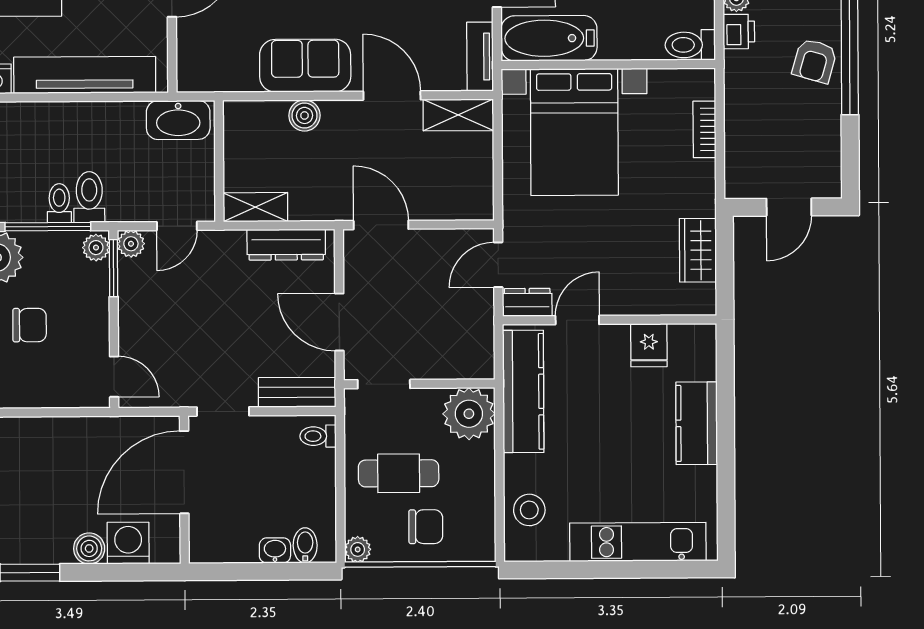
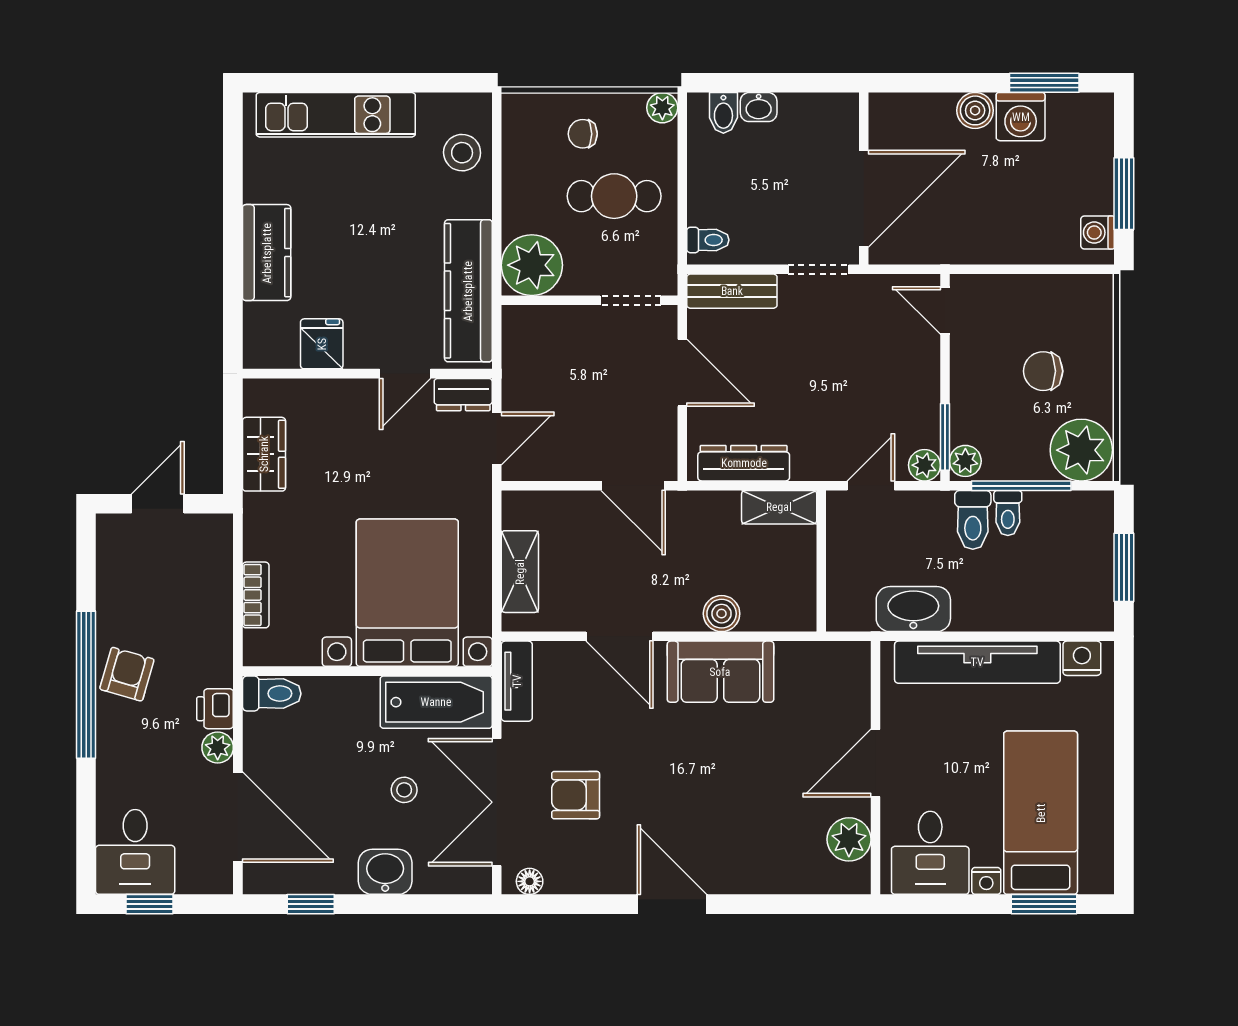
shelving: (458, 115) -> (520, 572), moved, turned 90
washbasin: (178, 120) -> (913, 609), moved
chair: (426, 527) -> (583, 134), width x0.73, depth x0.73
washing machine: (128, 543) -> (1021, 117), moved

